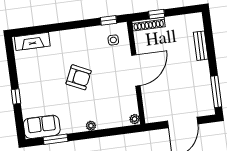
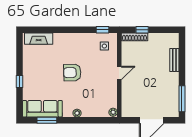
door: (136, 70) -> (119, 73), width x0.53
armchair: (79, 77) -> (72, 73), turned 153
sofa: (42, 127) -> (42, 109), width x1.36

